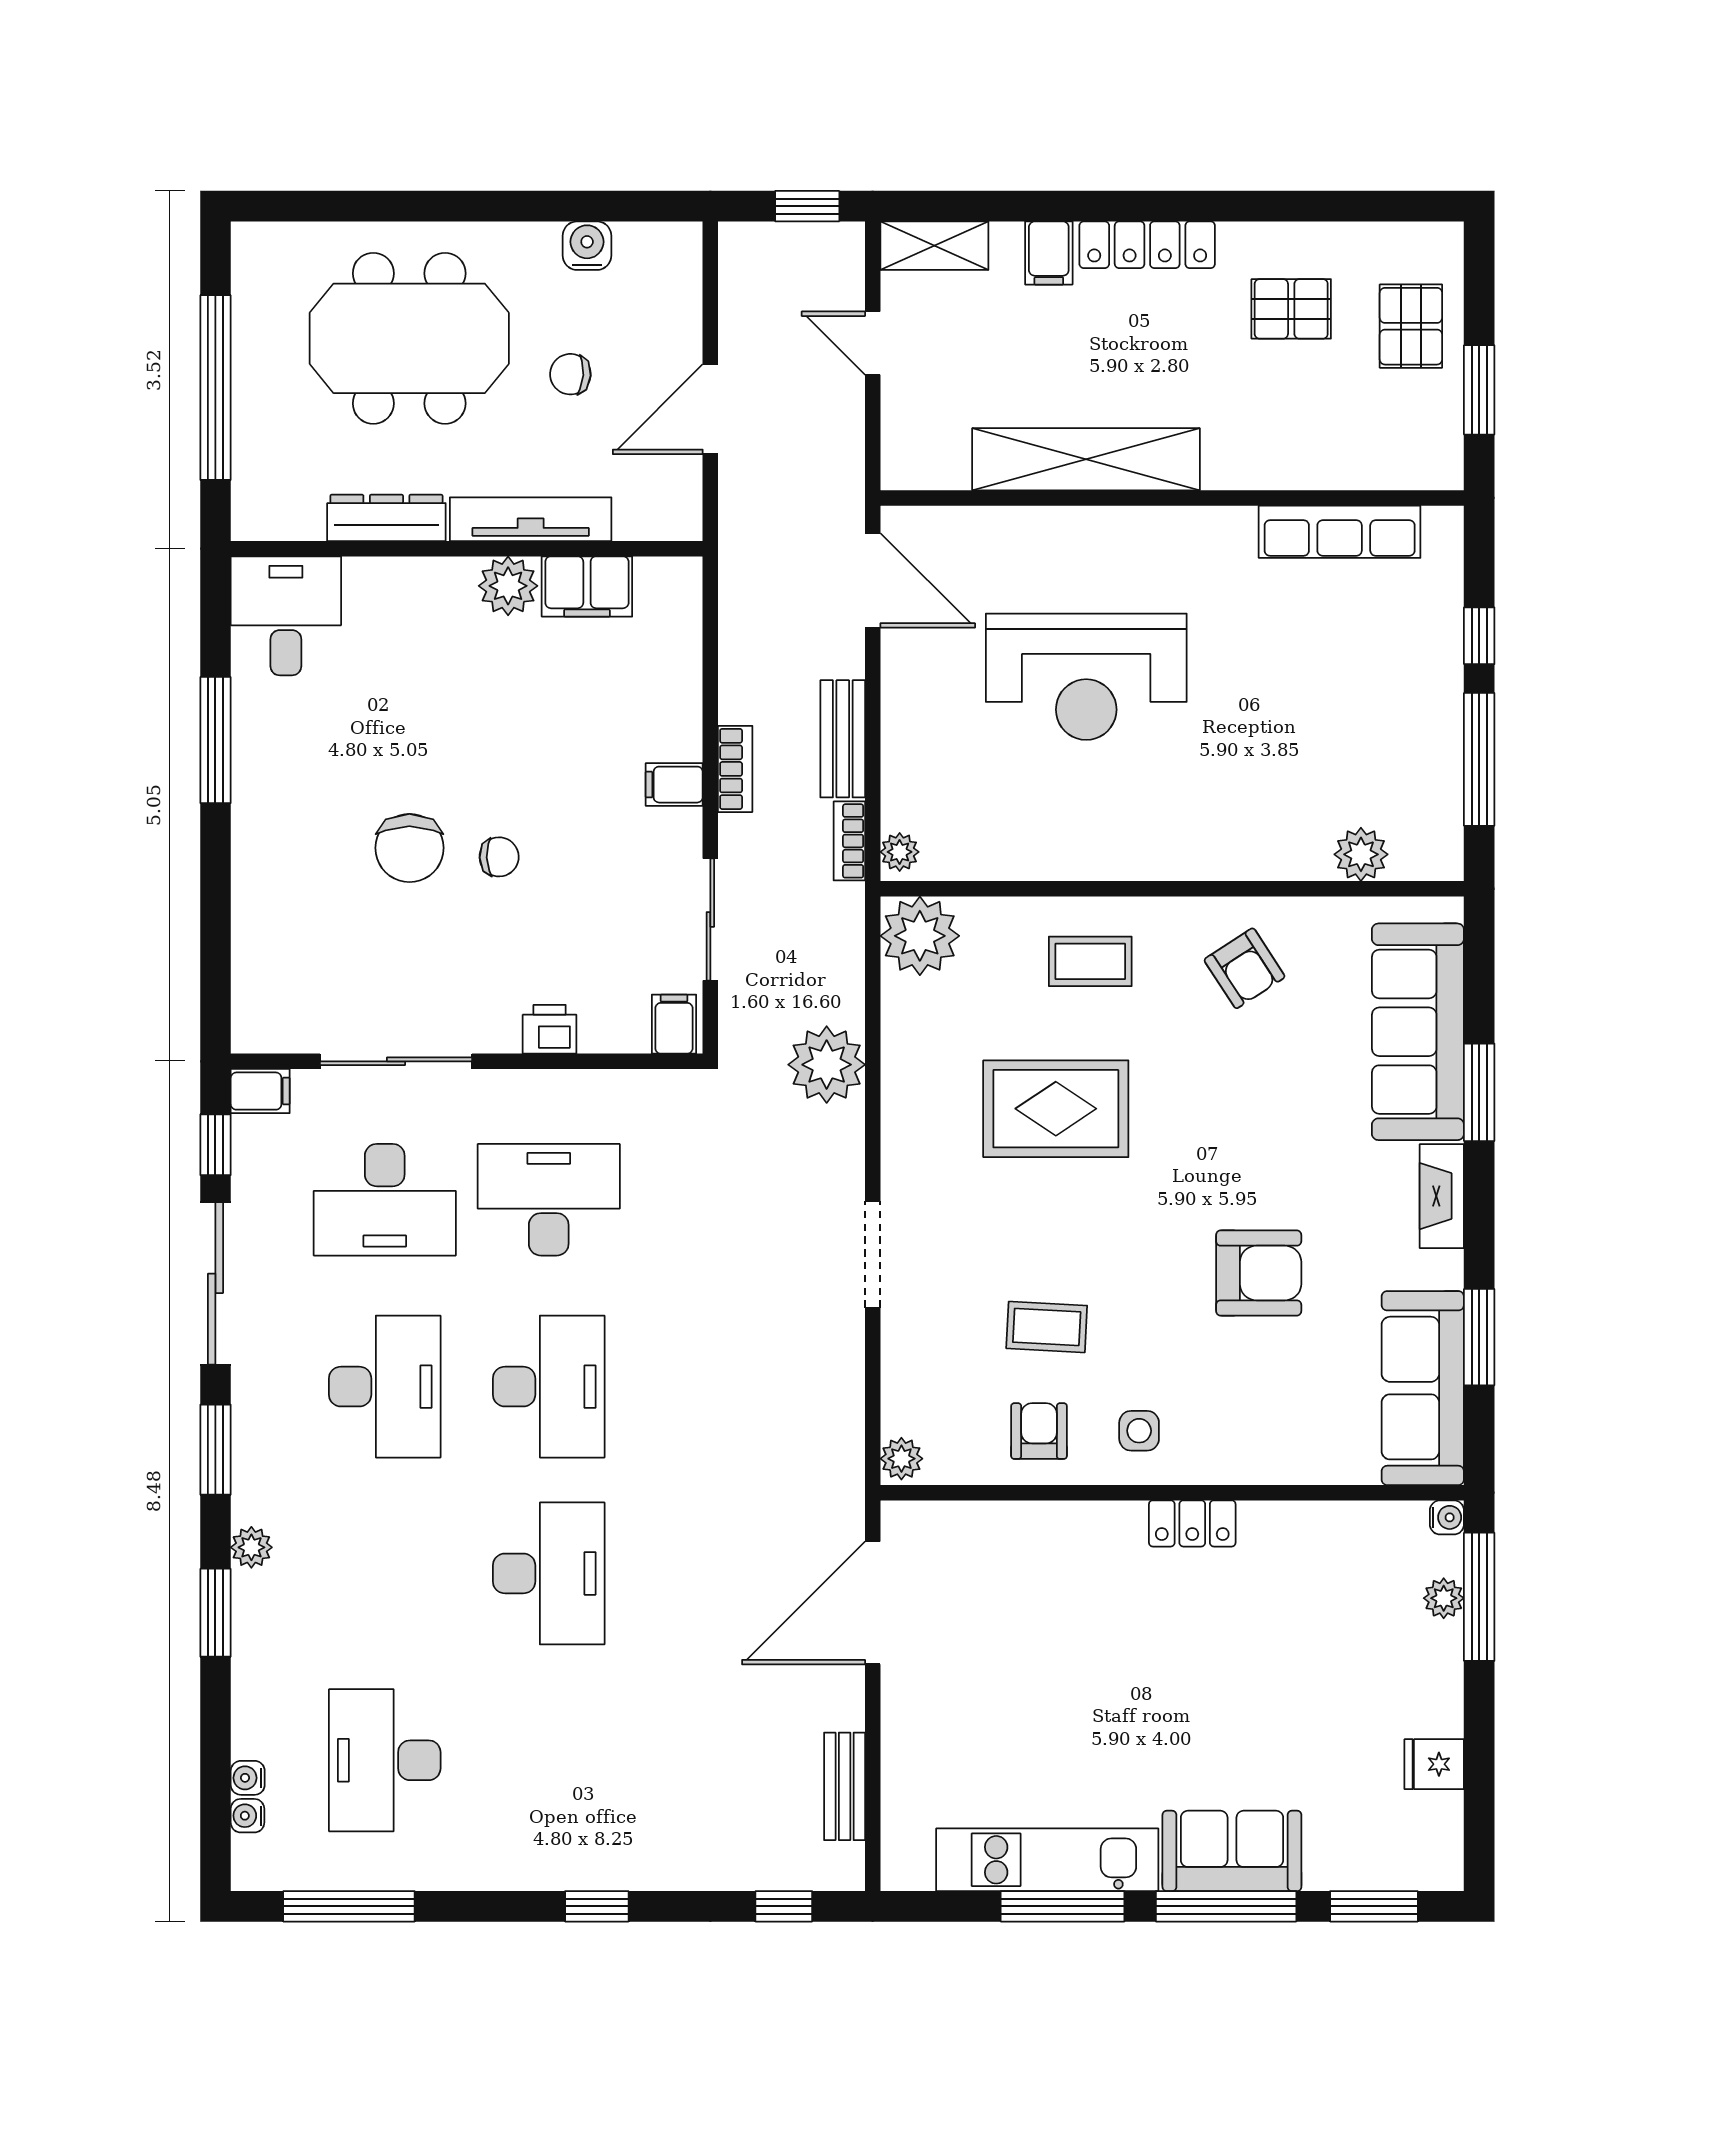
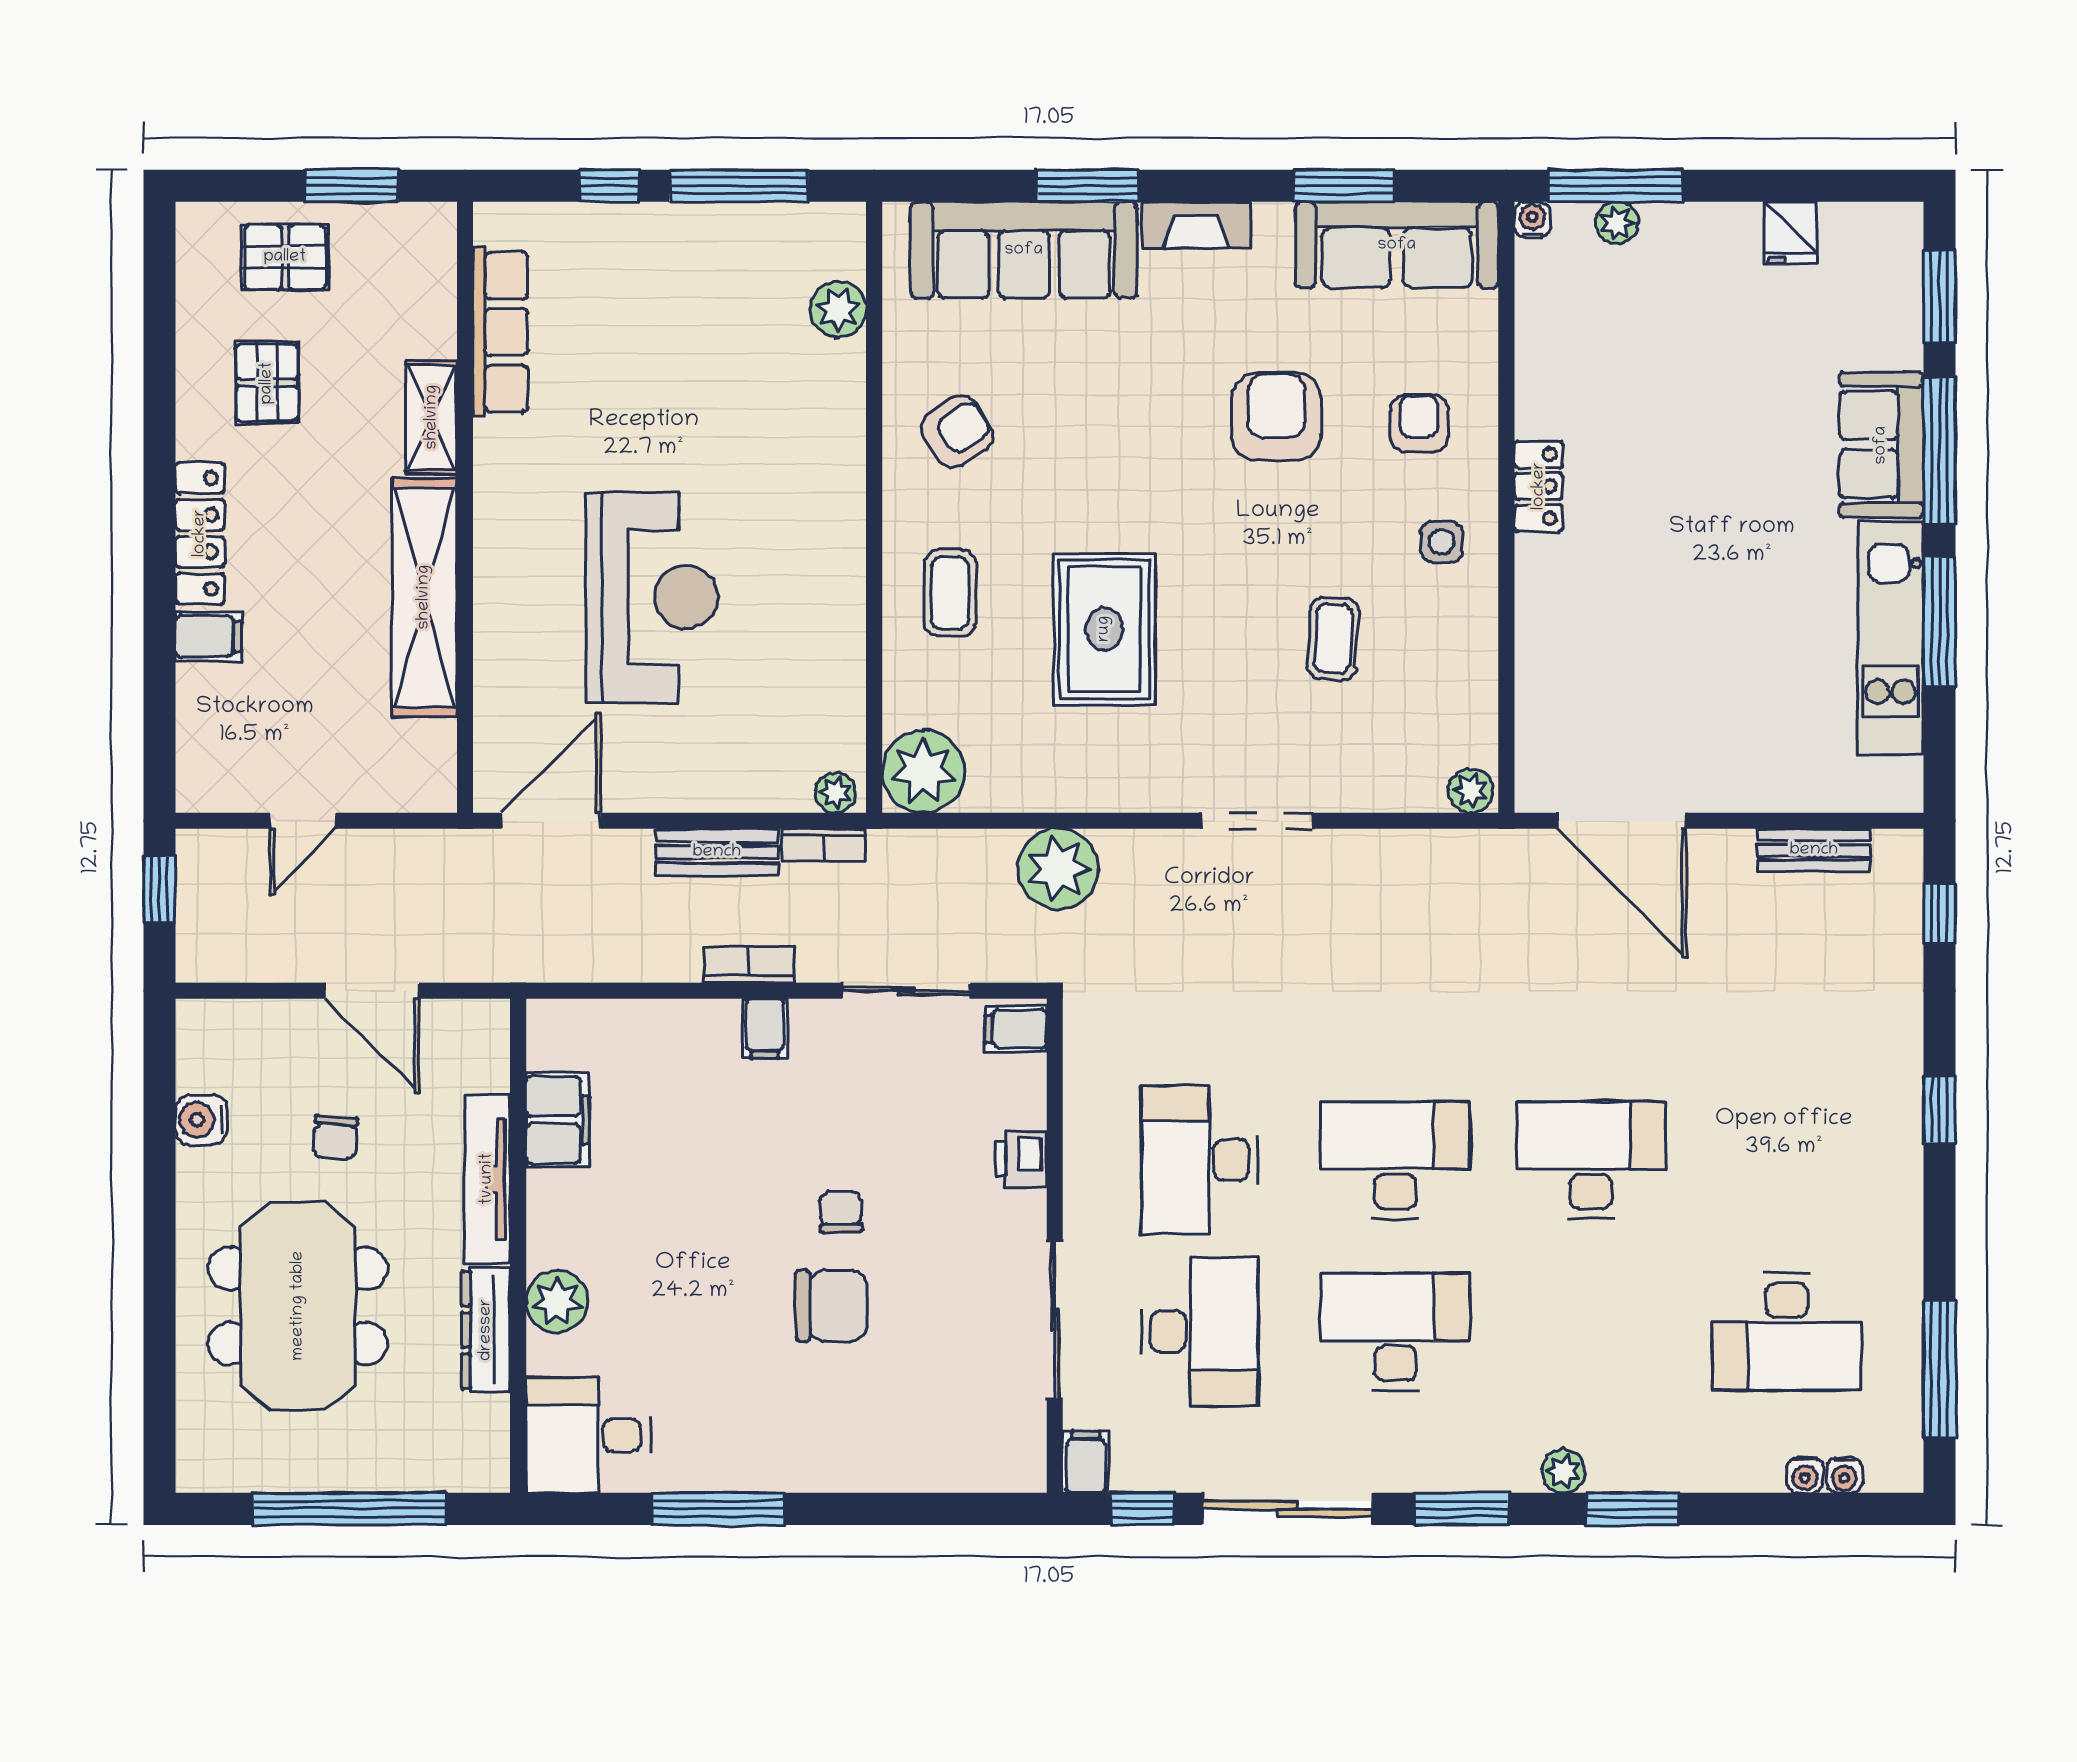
shelving: (934, 246) -> (432, 417), moved
plant: (508, 586) -> (557, 1302), moved
armchair: (1039, 1431) -> (1419, 423), moved, turned 90

